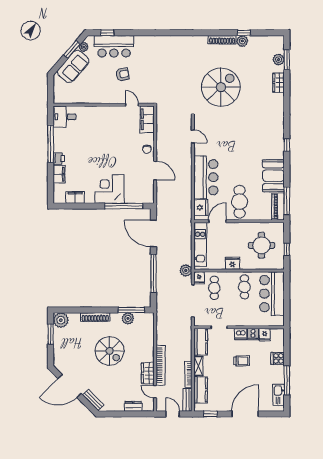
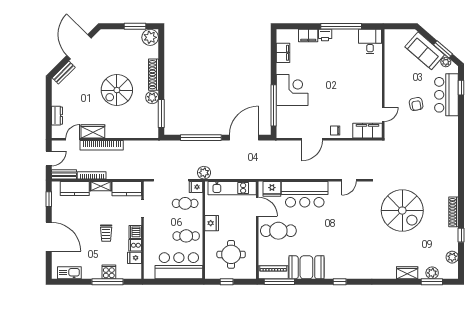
plant: (242, 41) -> (452, 257), moved
plant: (128, 318) -> (152, 98), moved
window: (287, 380) -> (108, 282), moved

